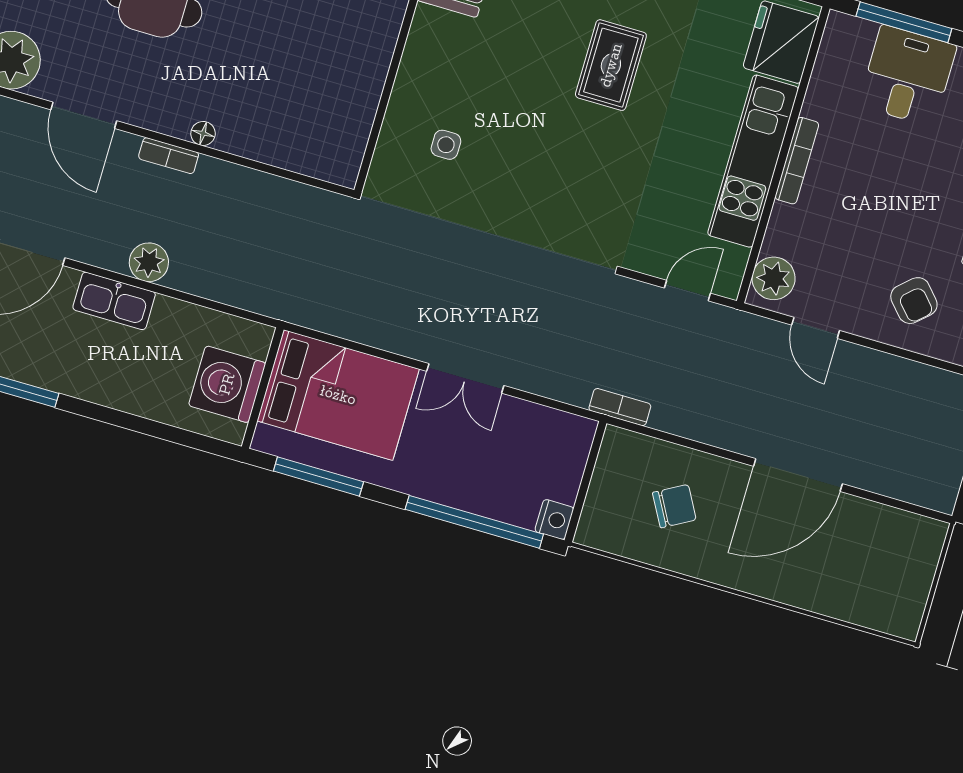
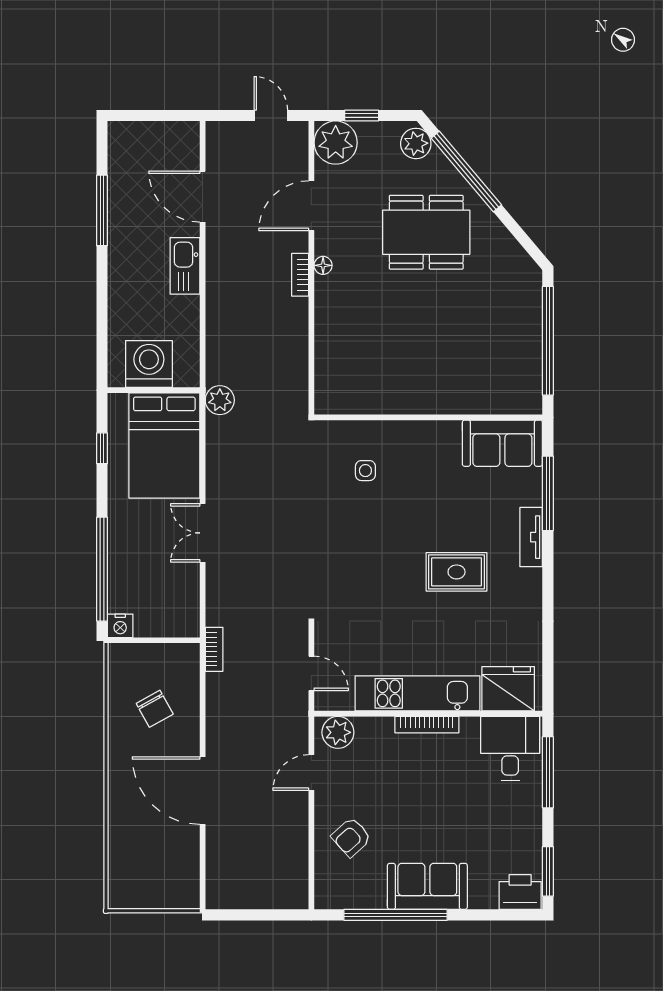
desk: (908, 76) -> (510, 748), moved, turned -90
floor lamp: (203, 133) -> (323, 265), moved
plant: (149, 262) -> (220, 400), moved
window: (318, 476) -> (102, 448), width x0.46

